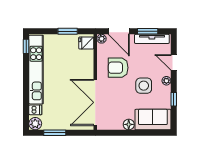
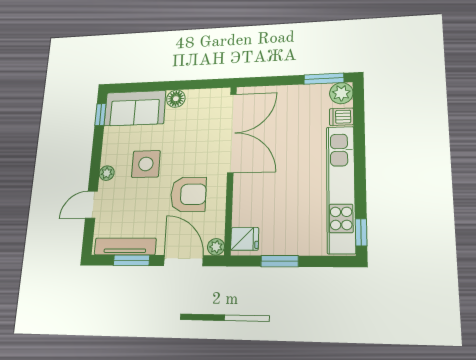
door: (174, 62) -> (91, 205), swing flipped
window: (174, 99) -> (100, 114), moved
window: (55, 133) -> (324, 79), moved

